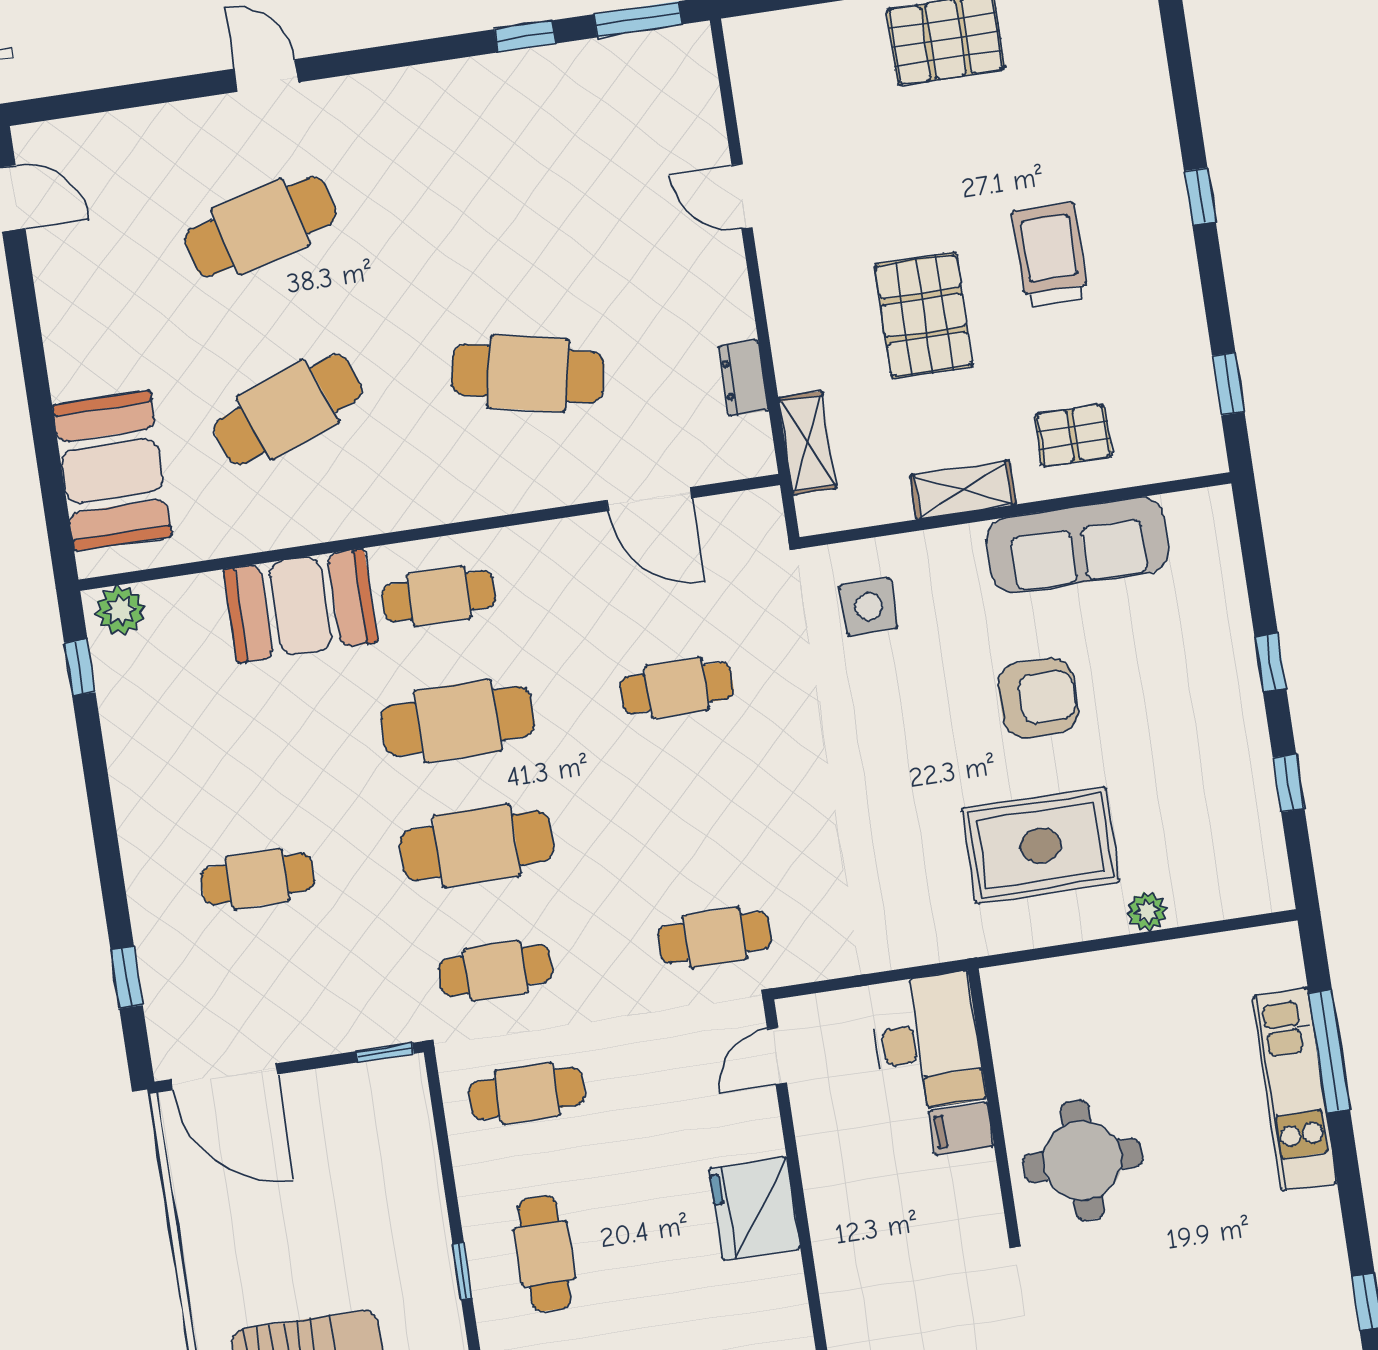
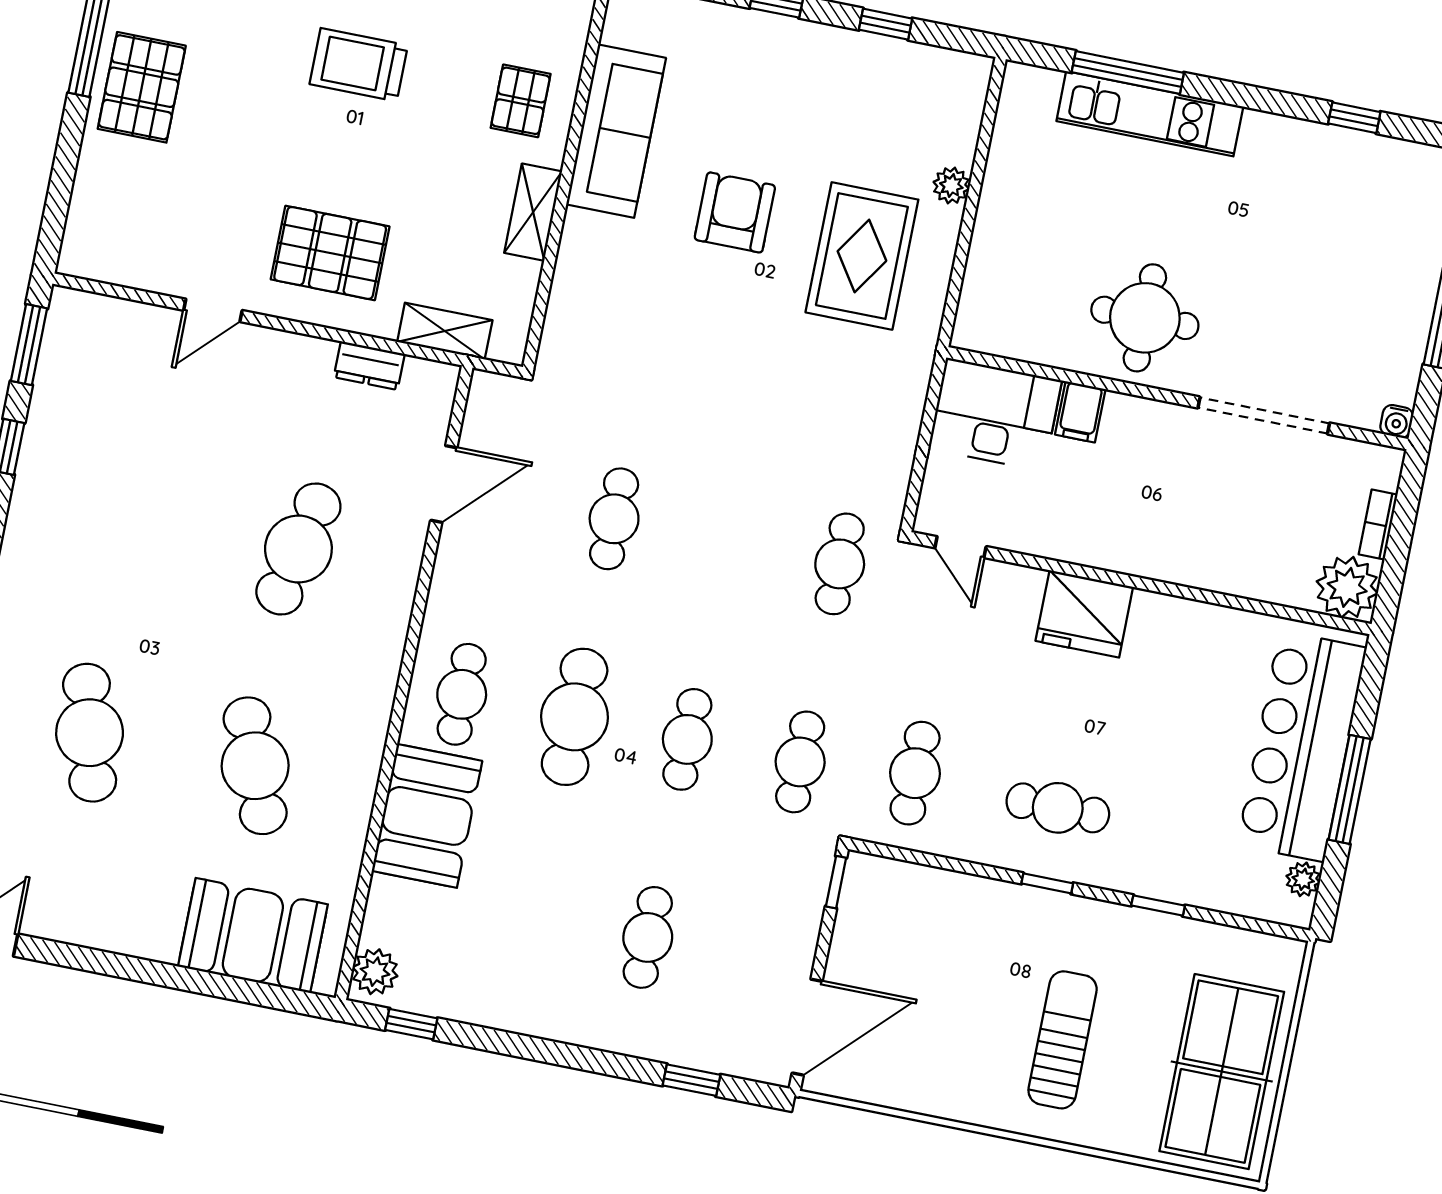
pallet: (924, 315) -> (330, 253), moved
side table: (869, 607) -> (604, 329), removed
cafe table: (477, 846) -> (687, 739), width x0.73, depth x0.74

